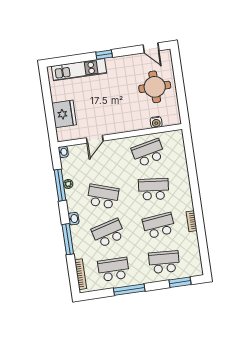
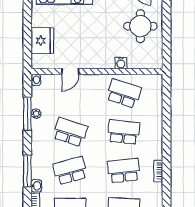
water cooler: (156, 122) -> (121, 63), moved
school desk: (148, 153) -> (124, 93), turned 30
washbasin: (74, 219) -> (36, 186), moved

